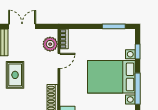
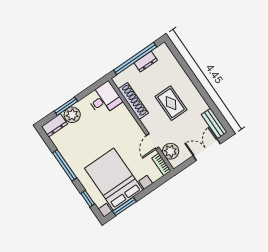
double door: (22, 26) -> (207, 150), swing flipped
rug: (15, 75) -> (171, 103), moved
bed with nightstands: (111, 77) -> (114, 179), moved, turned -90

